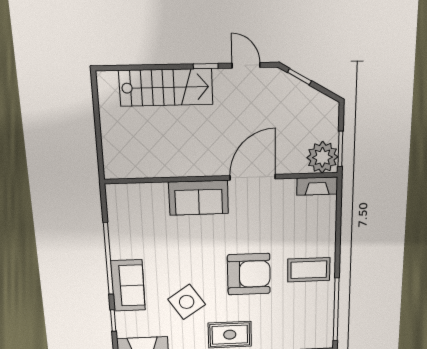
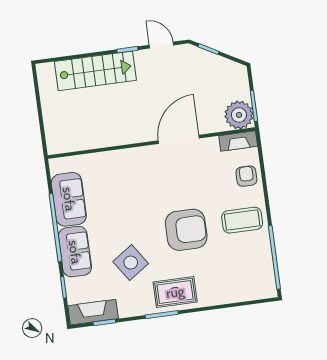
sofa: (199, 198) -> (69, 199), moved, turned -90
armchair: (320, 225) -> (246, 176), added

